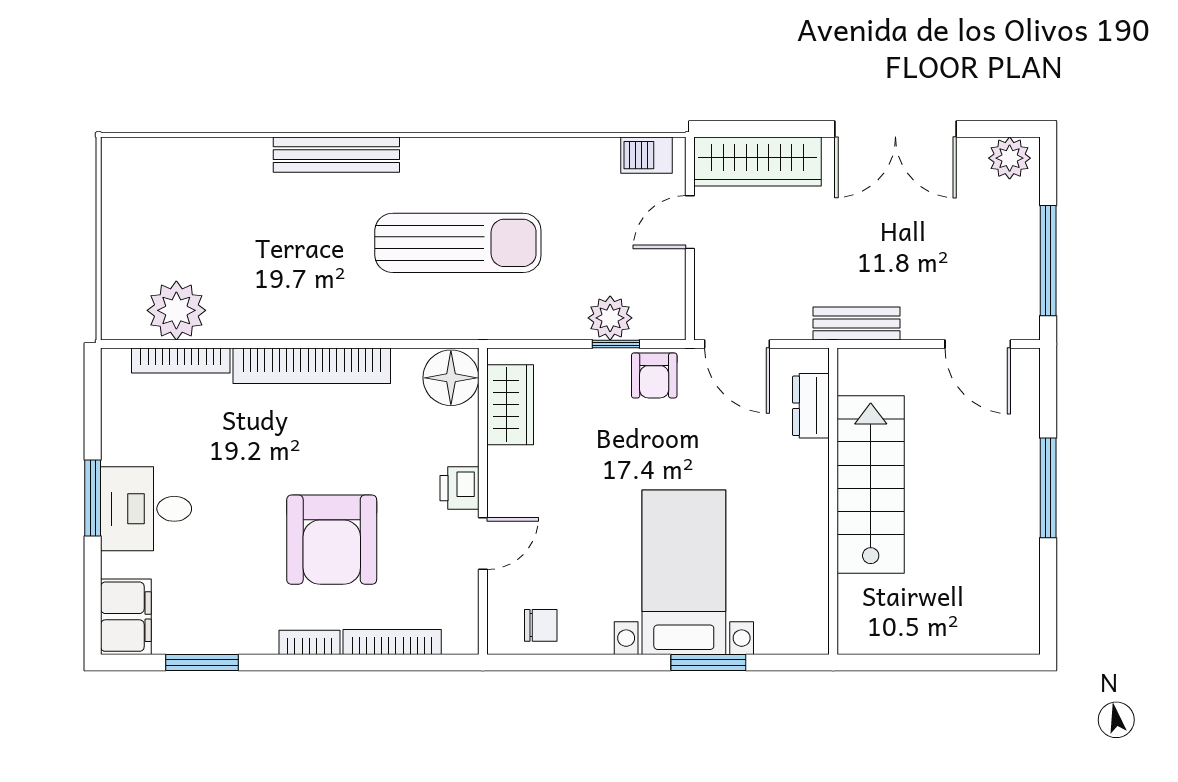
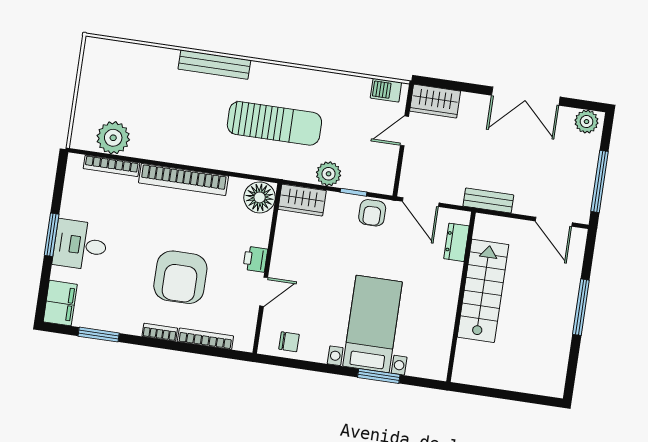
wardrobe: (757, 162) -> (435, 101), width x0.67
plant: (610, 318) -> (329, 174), moved
wardrobe: (510, 405) -> (302, 200), moved, turned 90

